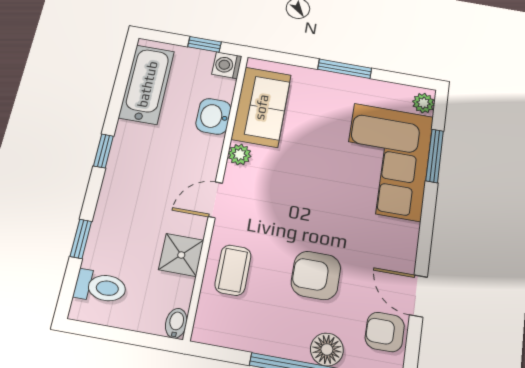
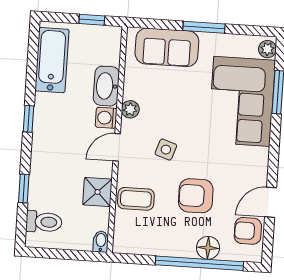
washing machine: (227, 65) -> (106, 118), moved
sofa: (261, 107) -> (167, 47), moved, turned 90
washbasin: (213, 116) -> (106, 86), width x1.38
side table: (281, 210) -> (166, 150), added
coffee table: (233, 270) -> (136, 199), turned 90
door: (418, 296) -> (271, 202), hinge flipped

